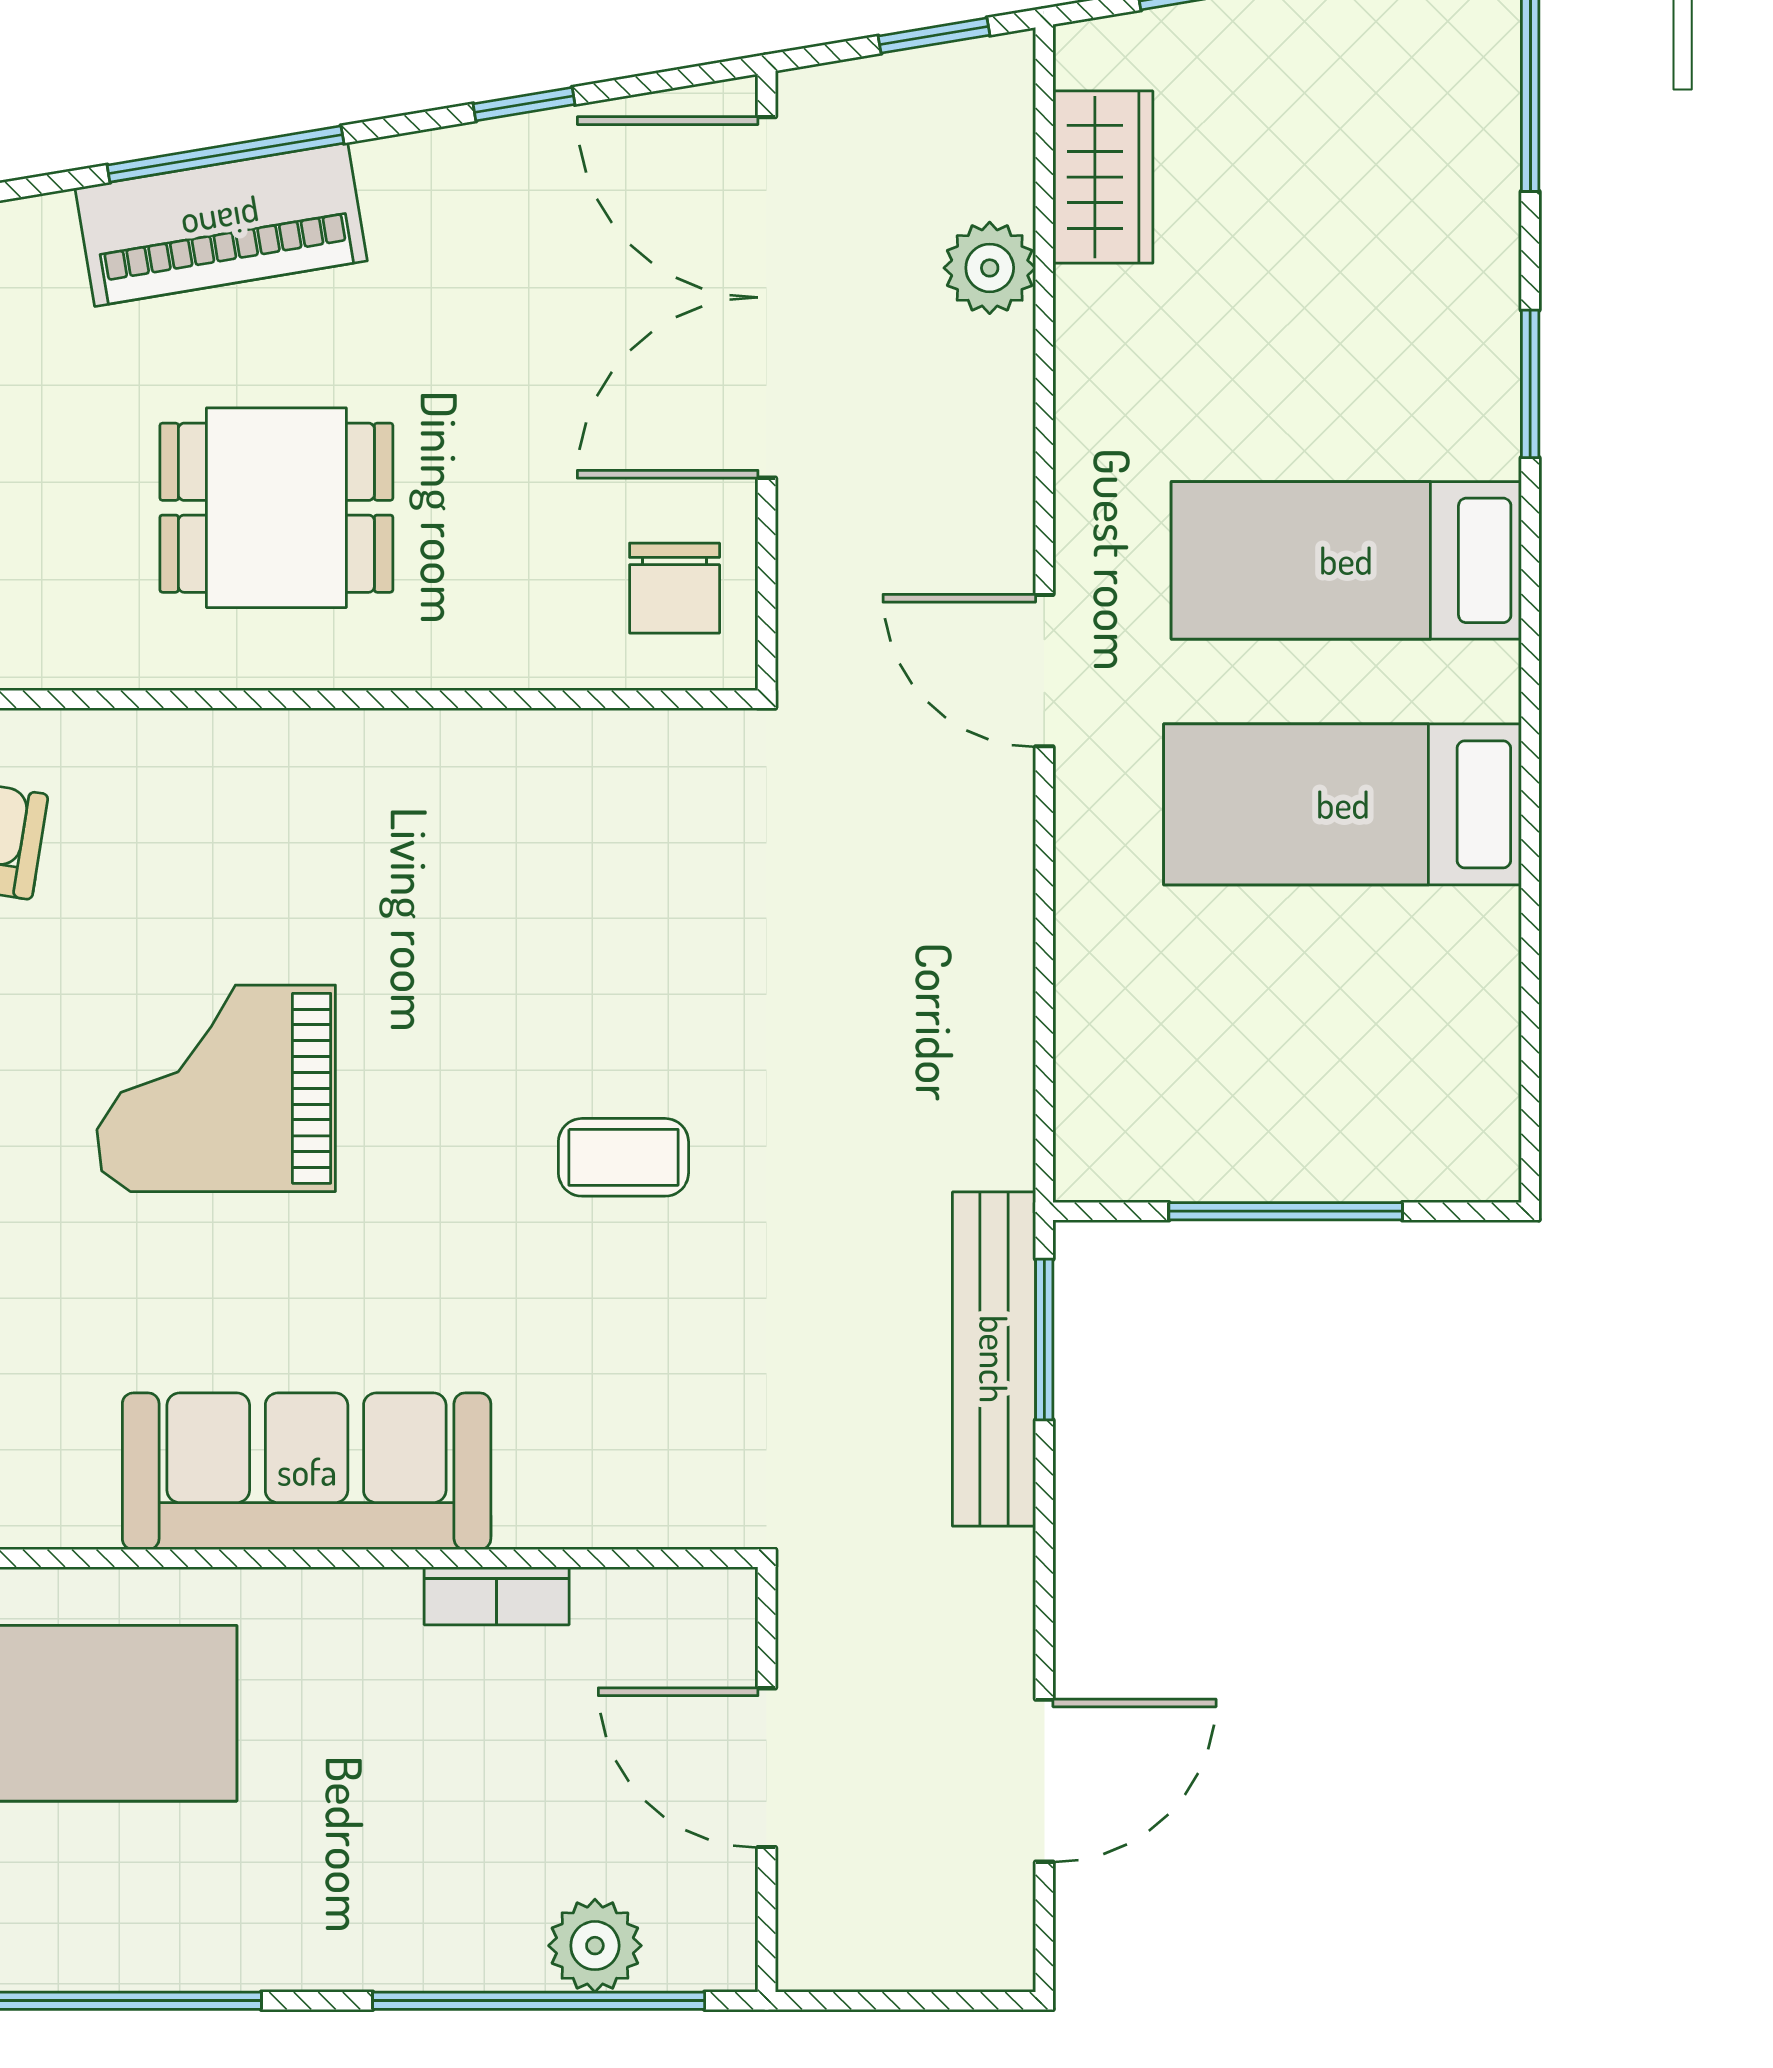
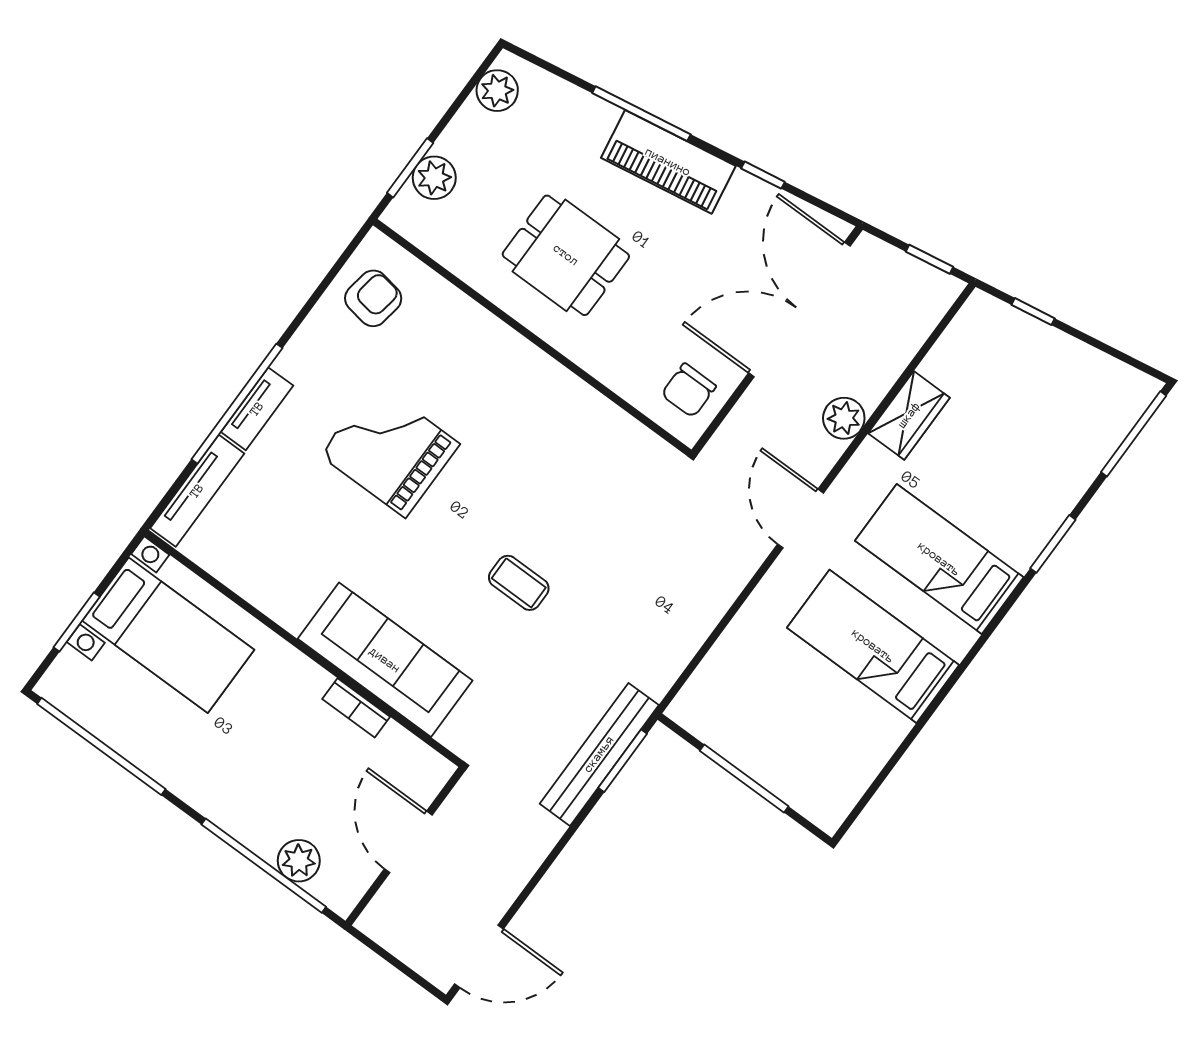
wardrobe: (1103, 177) -> (909, 415), moved
piano: (221, 224) -> (668, 162), moved
plant: (990, 268) -> (844, 418), moved
sofa: (307, 1471) -> (385, 660), moved
door: (1044, 1781) -> (479, 956), moved

